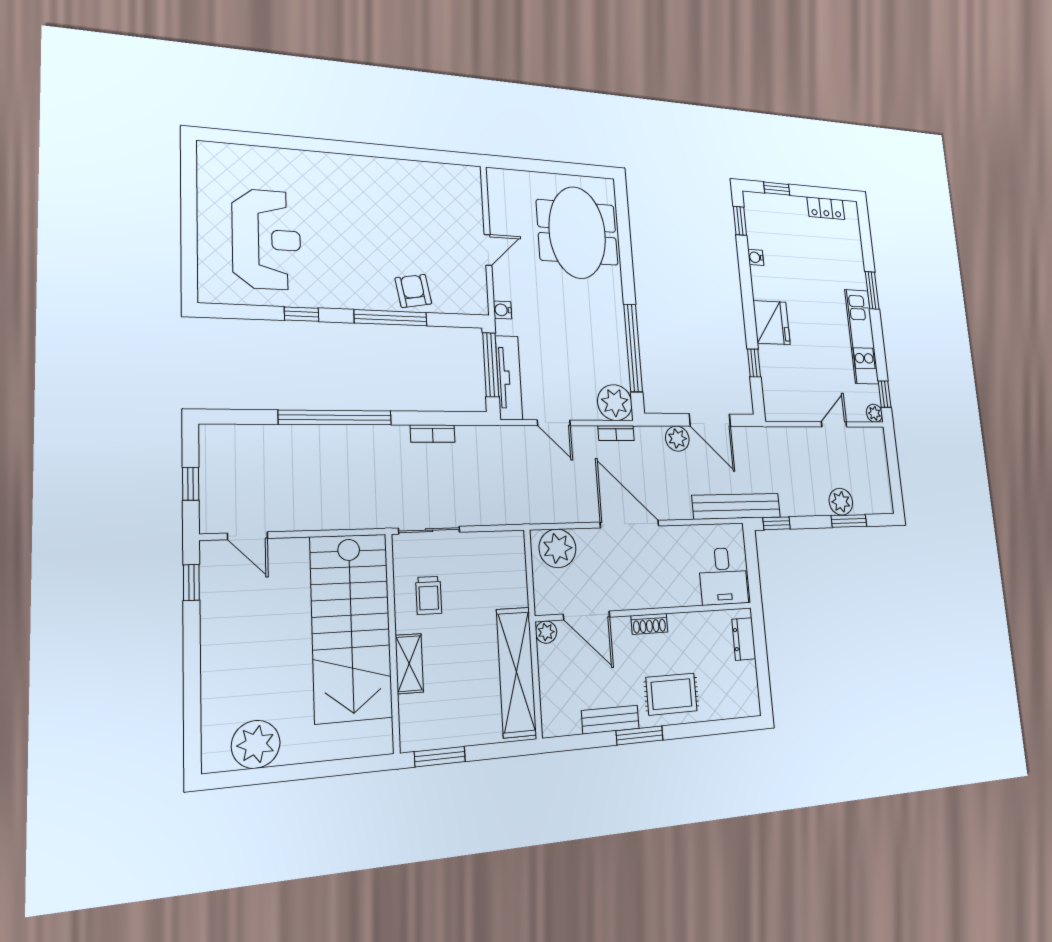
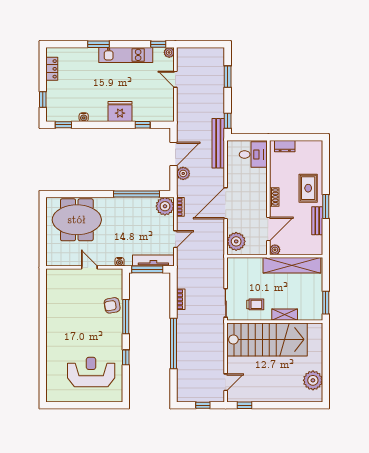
plant: (841, 502) -> (217, 80), removed

